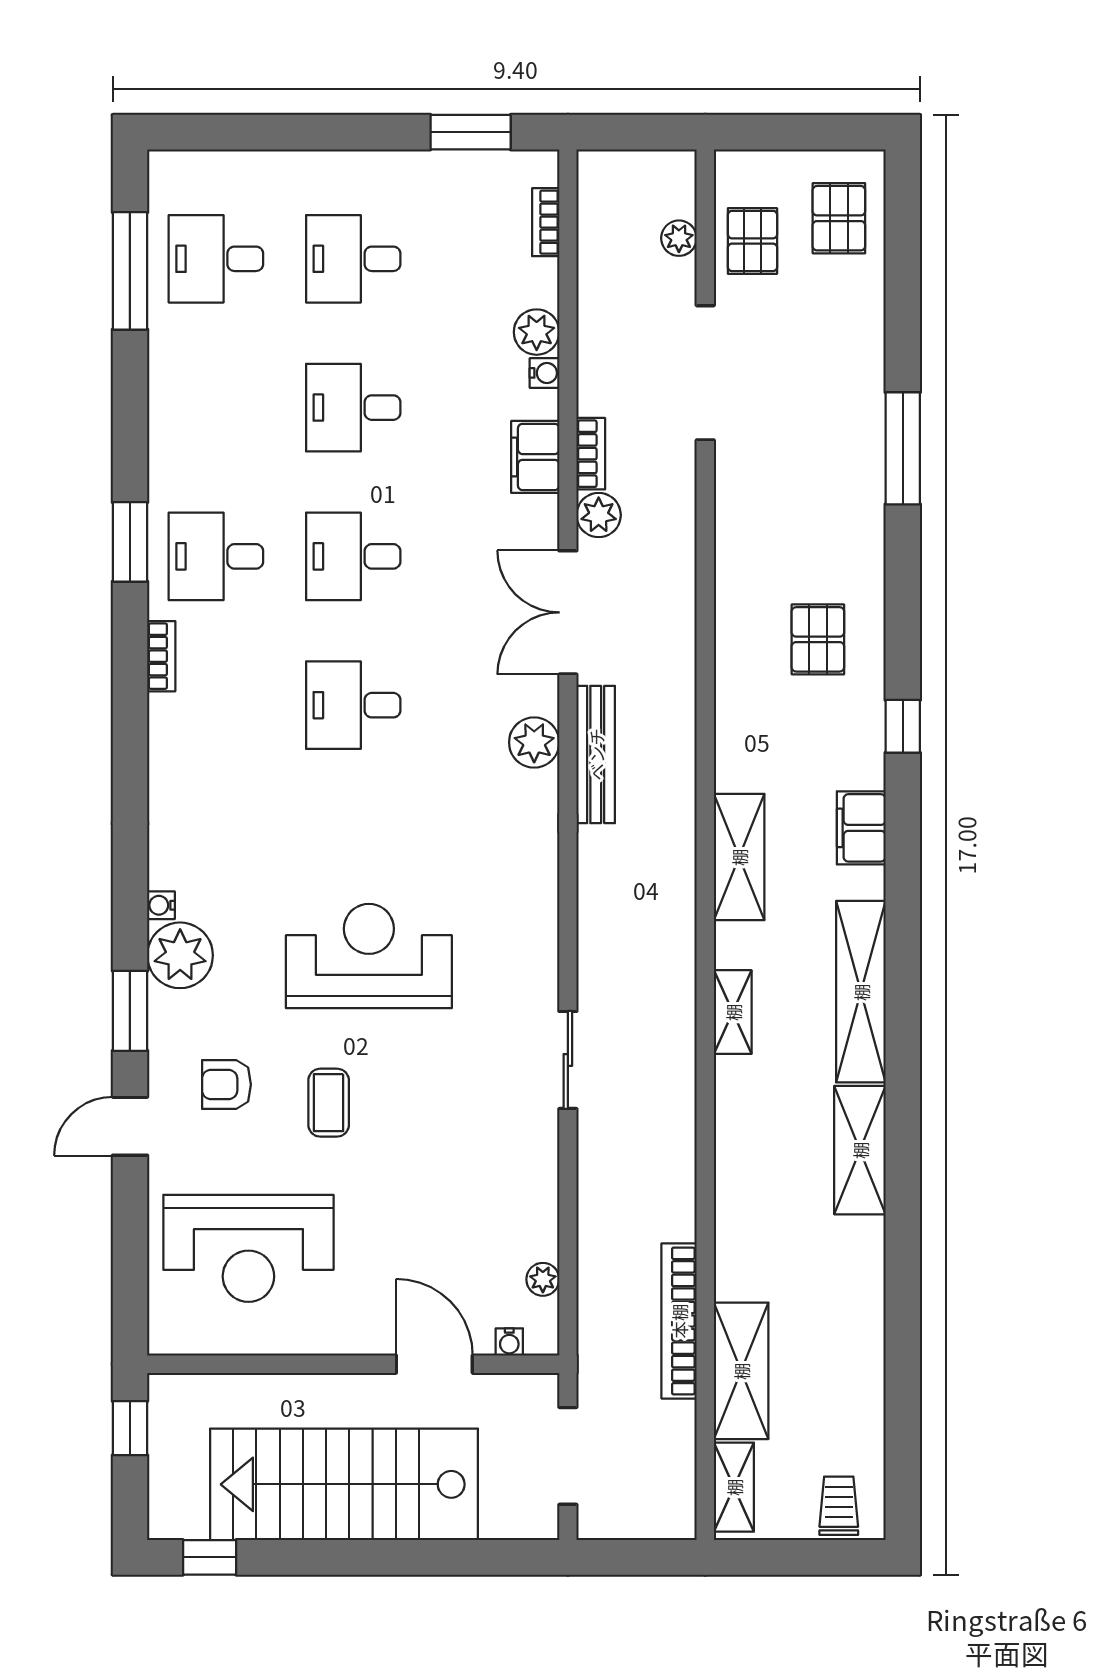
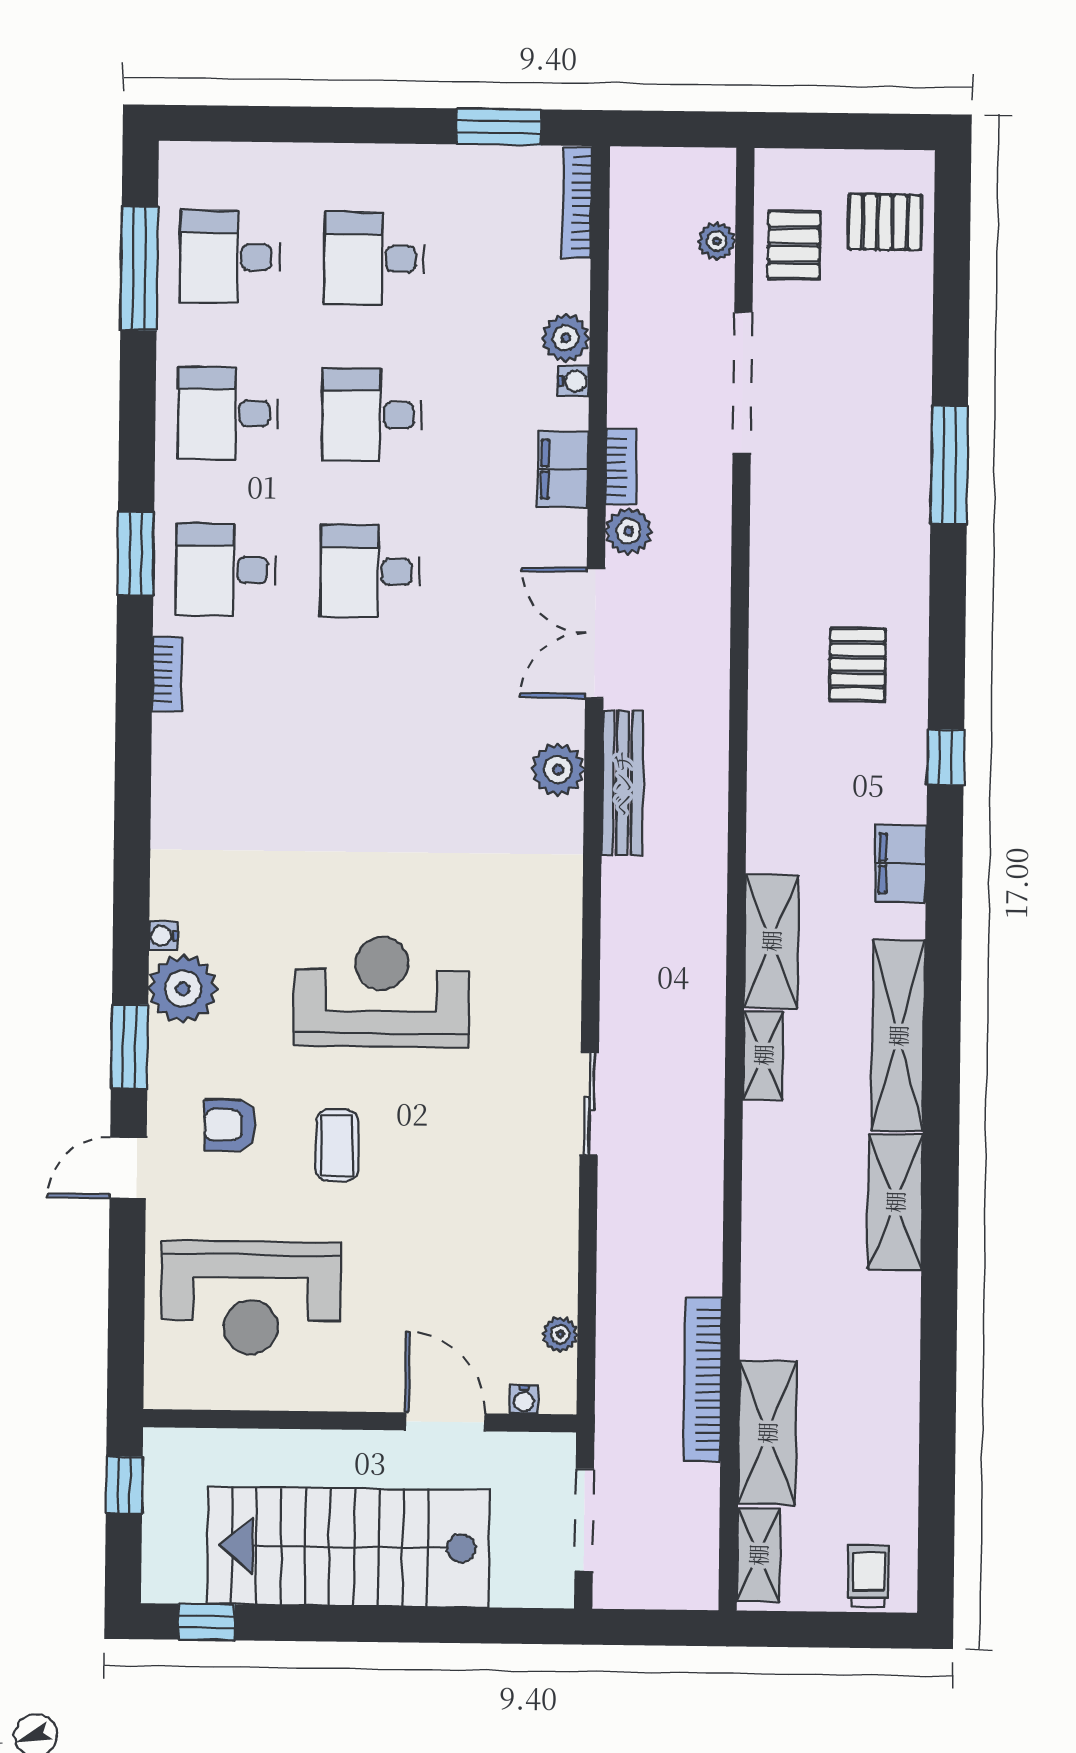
pallet: (839, 218) -> (885, 222), turned 90
bookcase: (546, 222) -> (577, 202), width x1.56
desk: (353, 705) -> (228, 413), moved
shelving: (739, 857) -> (771, 941), moved

